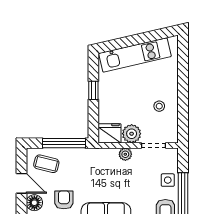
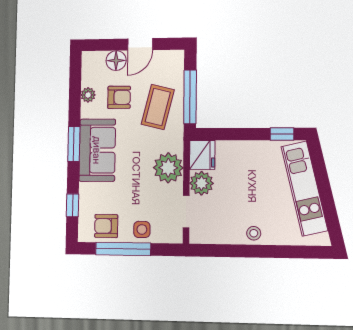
window: (93, 90) -> (282, 134), moved
stool: (159, 106) -> (254, 233), moved
plant: (125, 154) -> (168, 168), width x1.88, depth x1.88
coffee table: (46, 164) -> (158, 107), moved, width x1.36, depth x1.30

